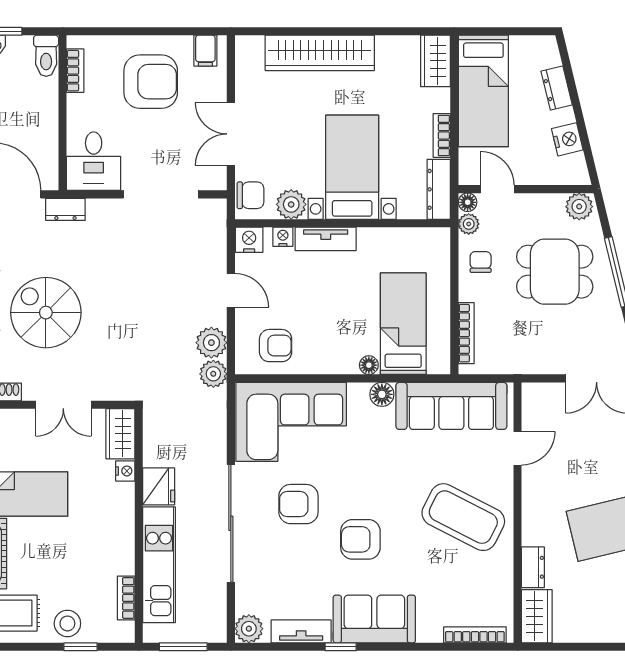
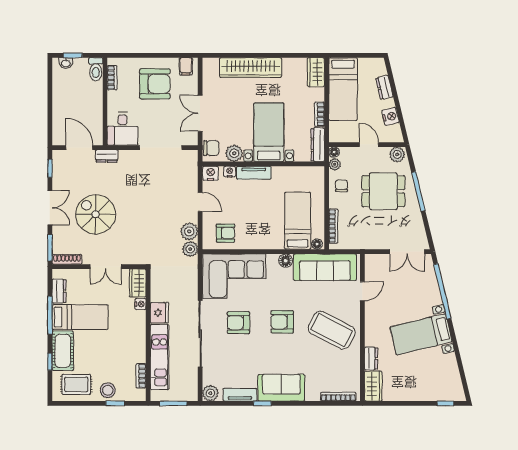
door: (497, 189) -> (369, 145), moved
floor lamp: (369, 365) -> (317, 244), moved
armchair: (360, 539) -> (282, 322), moved

